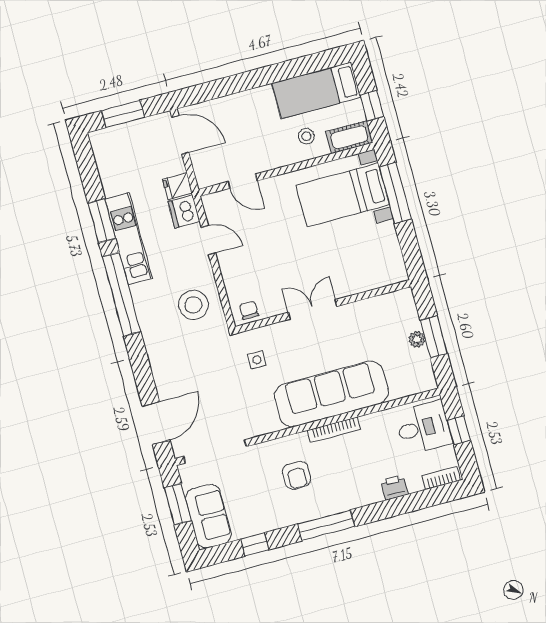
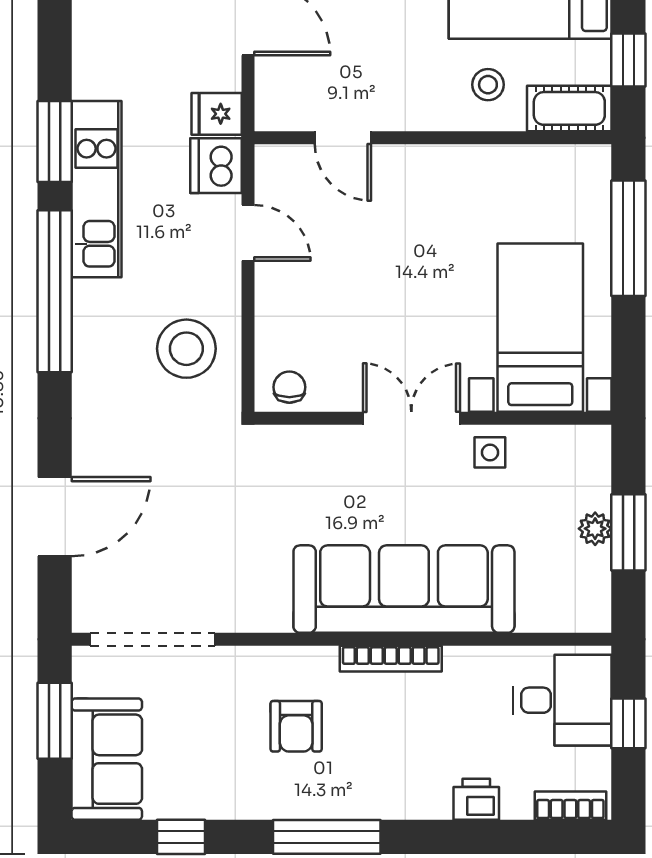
bed with nightstands: (343, 195) -> (540, 328), moved, turned 90
side table: (257, 360) -> (490, 452), moved
door: (156, 423) -> (55, 517), moved

